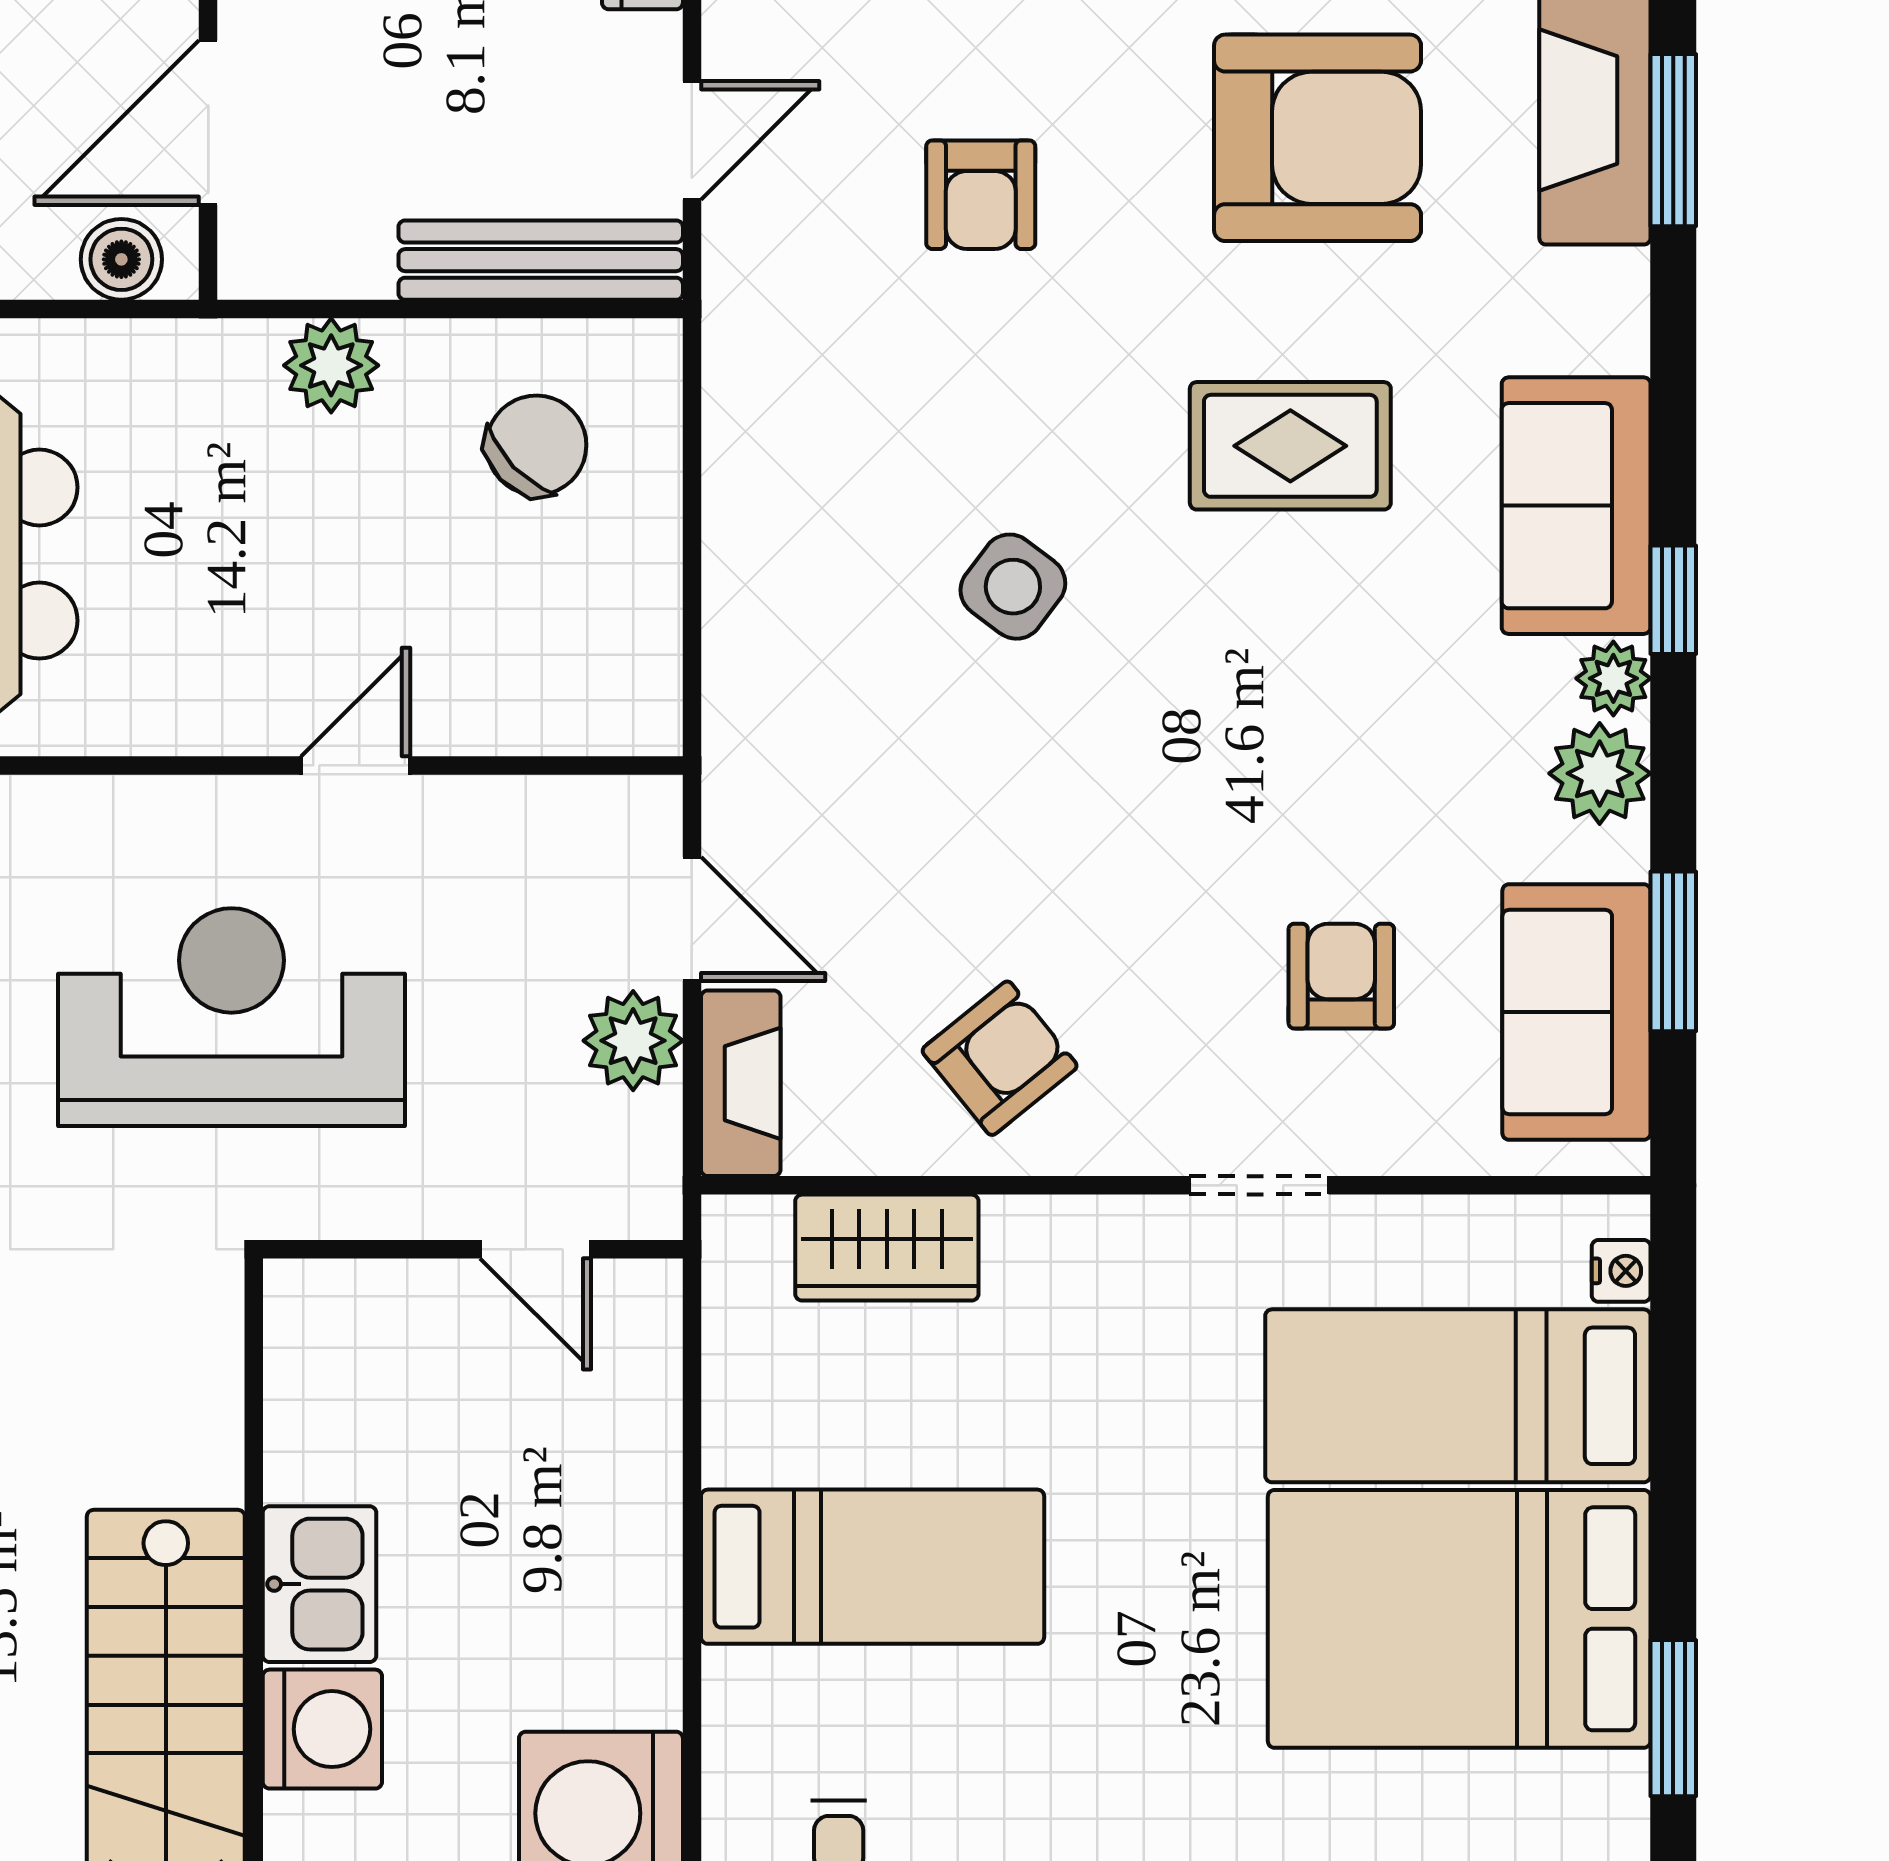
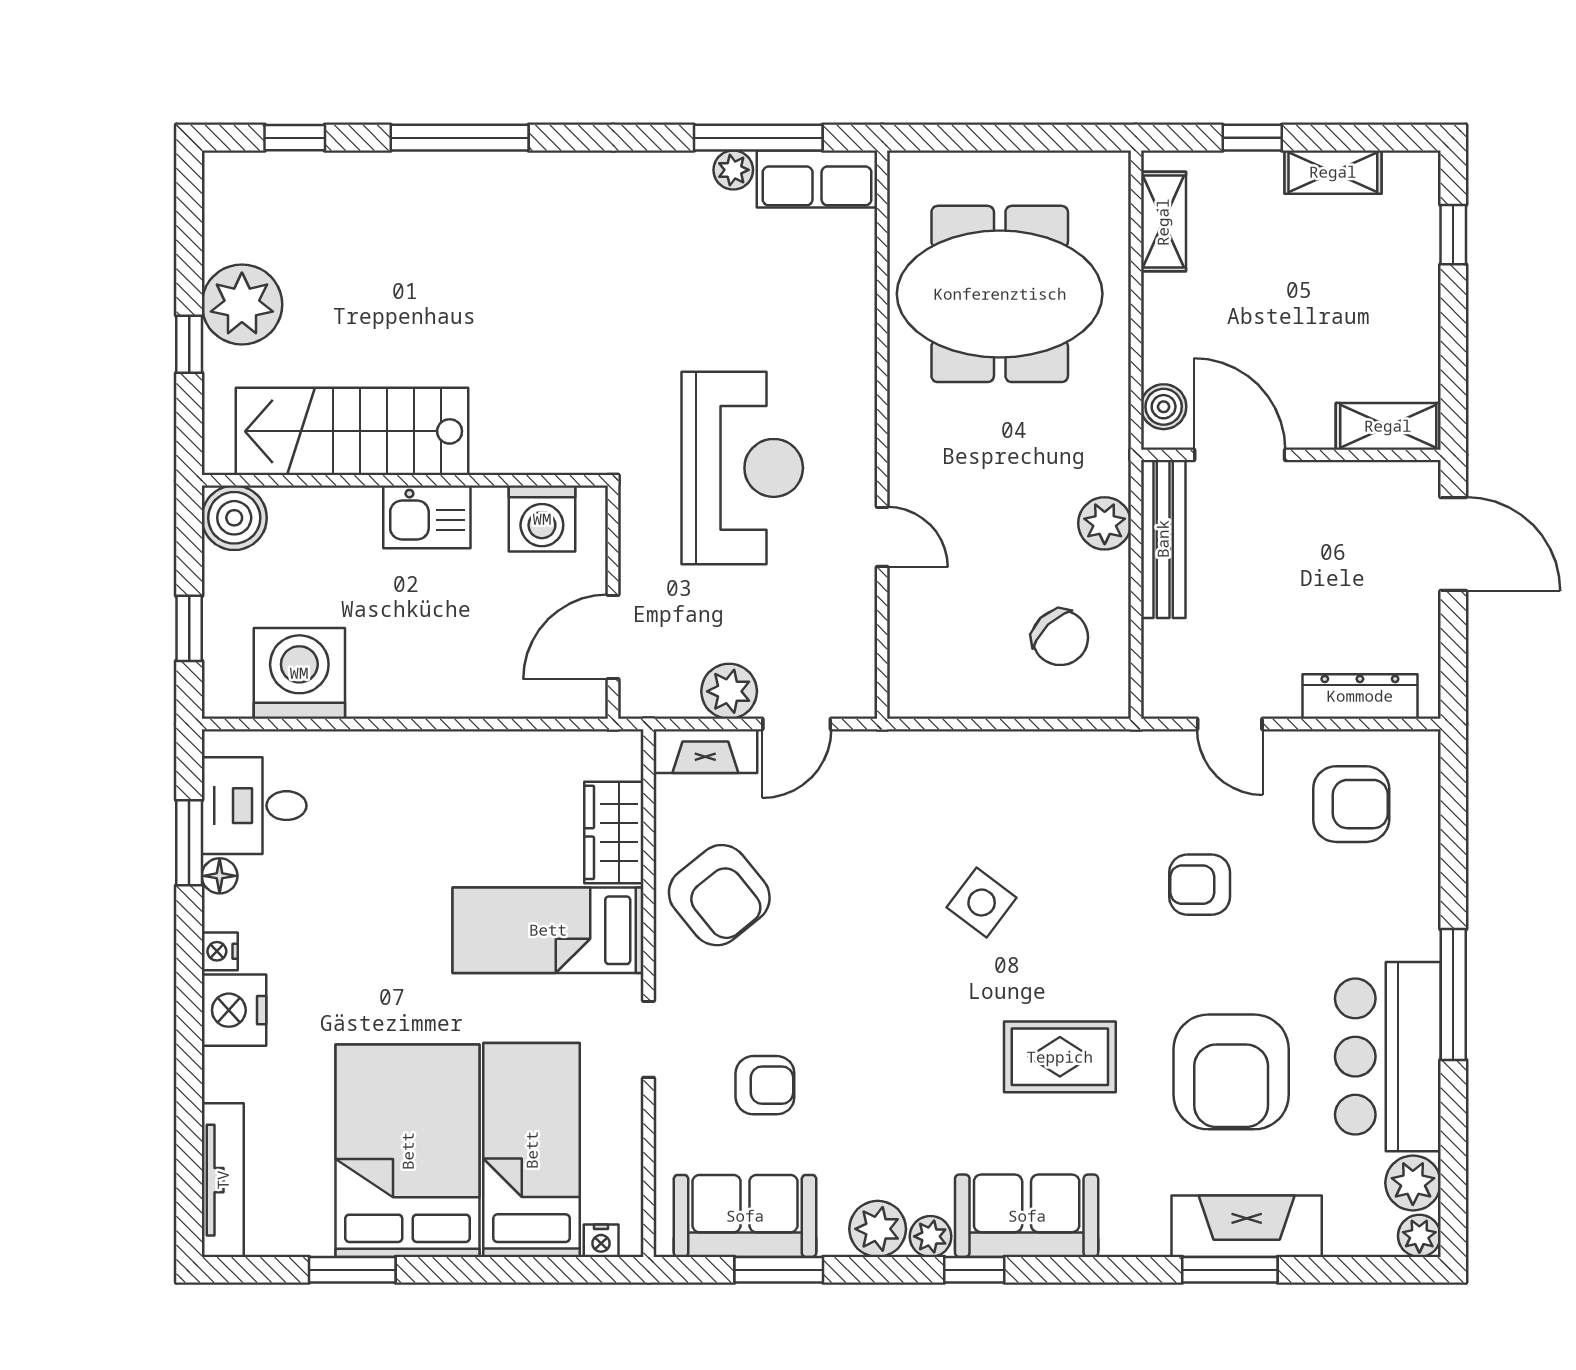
bench: (541, 260) -> (1163, 539), moved
rug: (1290, 446) -> (1060, 1057), turned 90
armchair: (1000, 1058) -> (719, 895), width x1.38, depth x1.38
door: (535, 1249) -> (613, 637), width x1.38
bed: (873, 1567) -> (548, 930), moved, turned 90
washing machine: (322, 1729) -> (542, 519), moved

